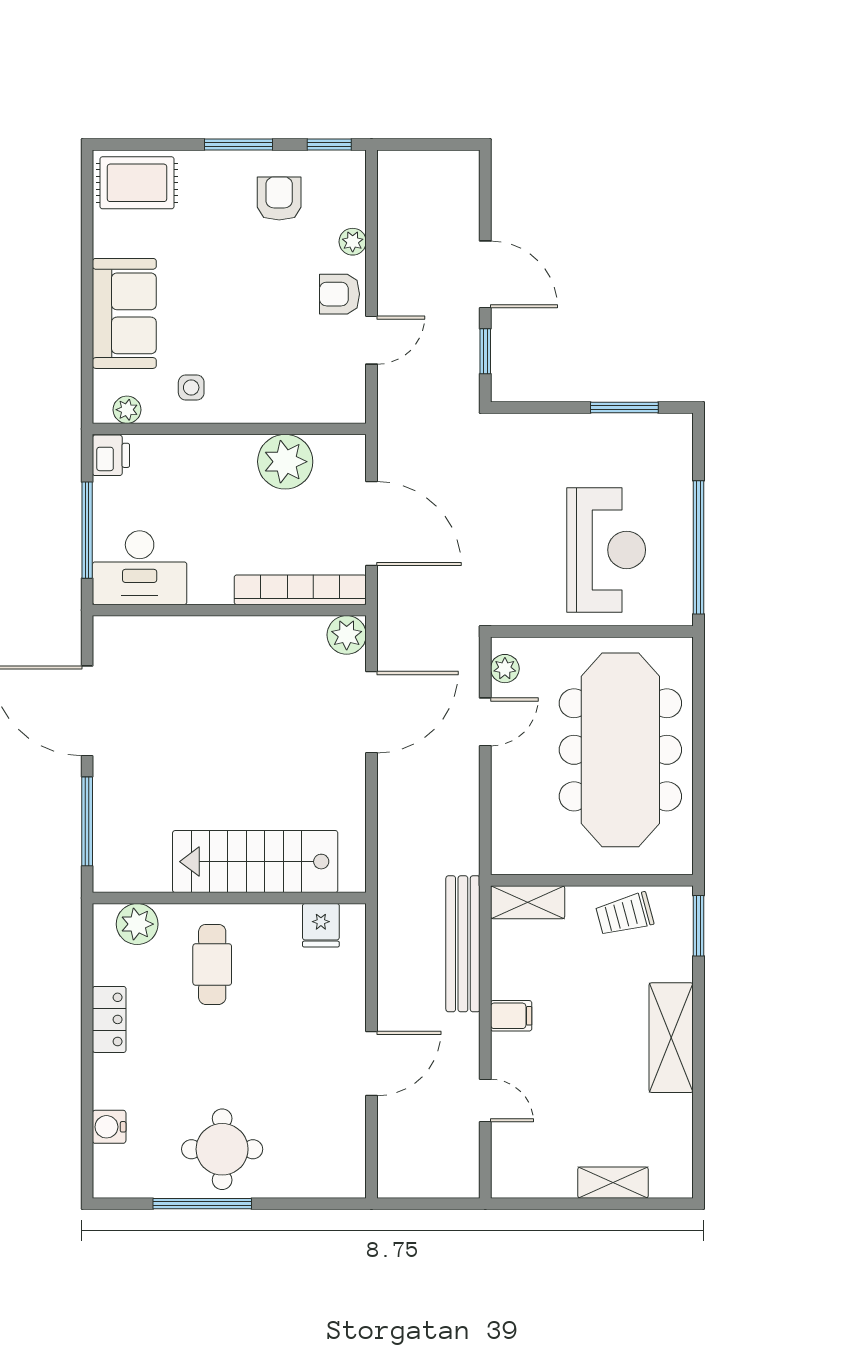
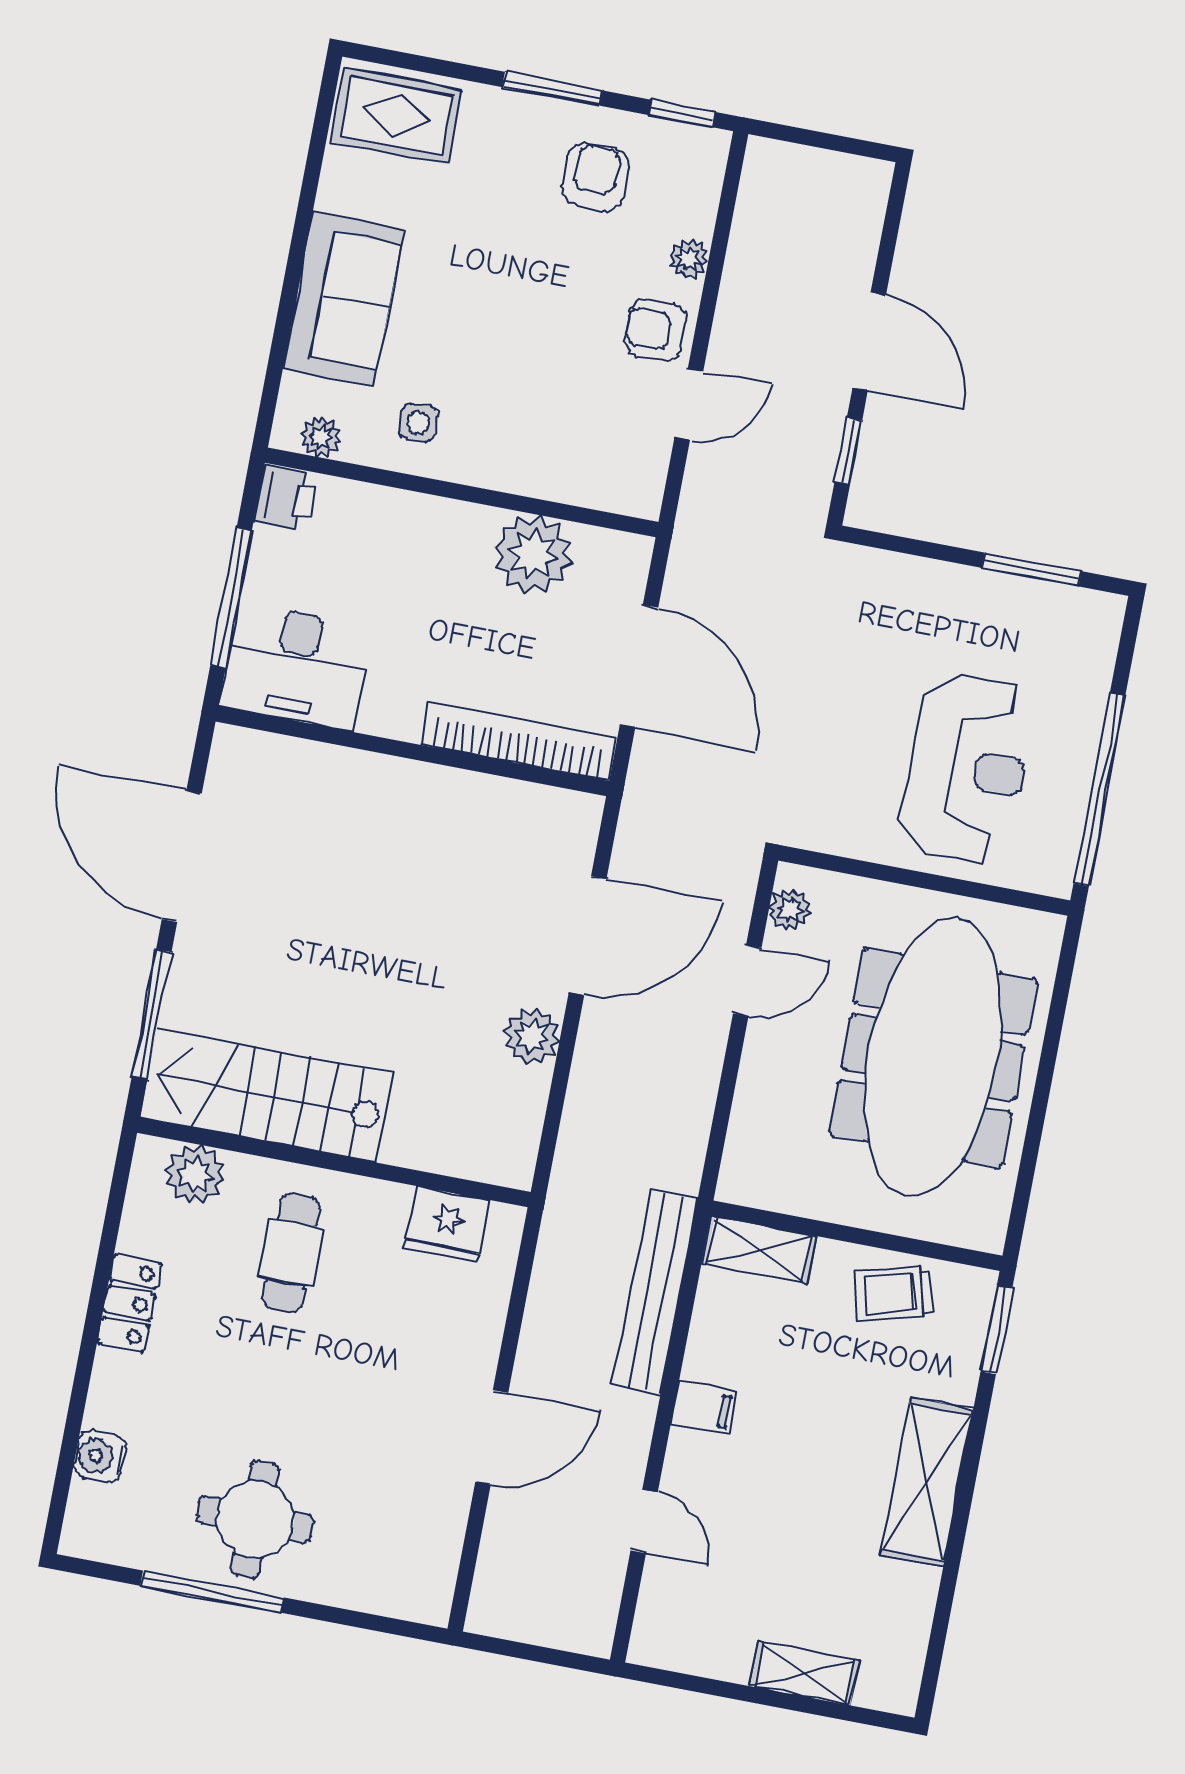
plant: (347, 635) -> (532, 1036), moved
stairs: (255, 862) -> (266, 1096), moved
fridge: (321, 925) -> (447, 1224), width x1.38

